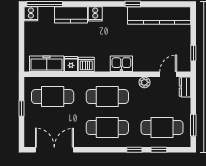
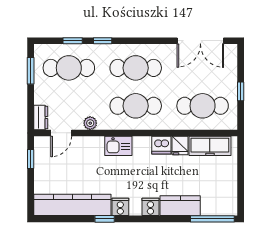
cooker: (31, 14) -> (120, 207), moved

